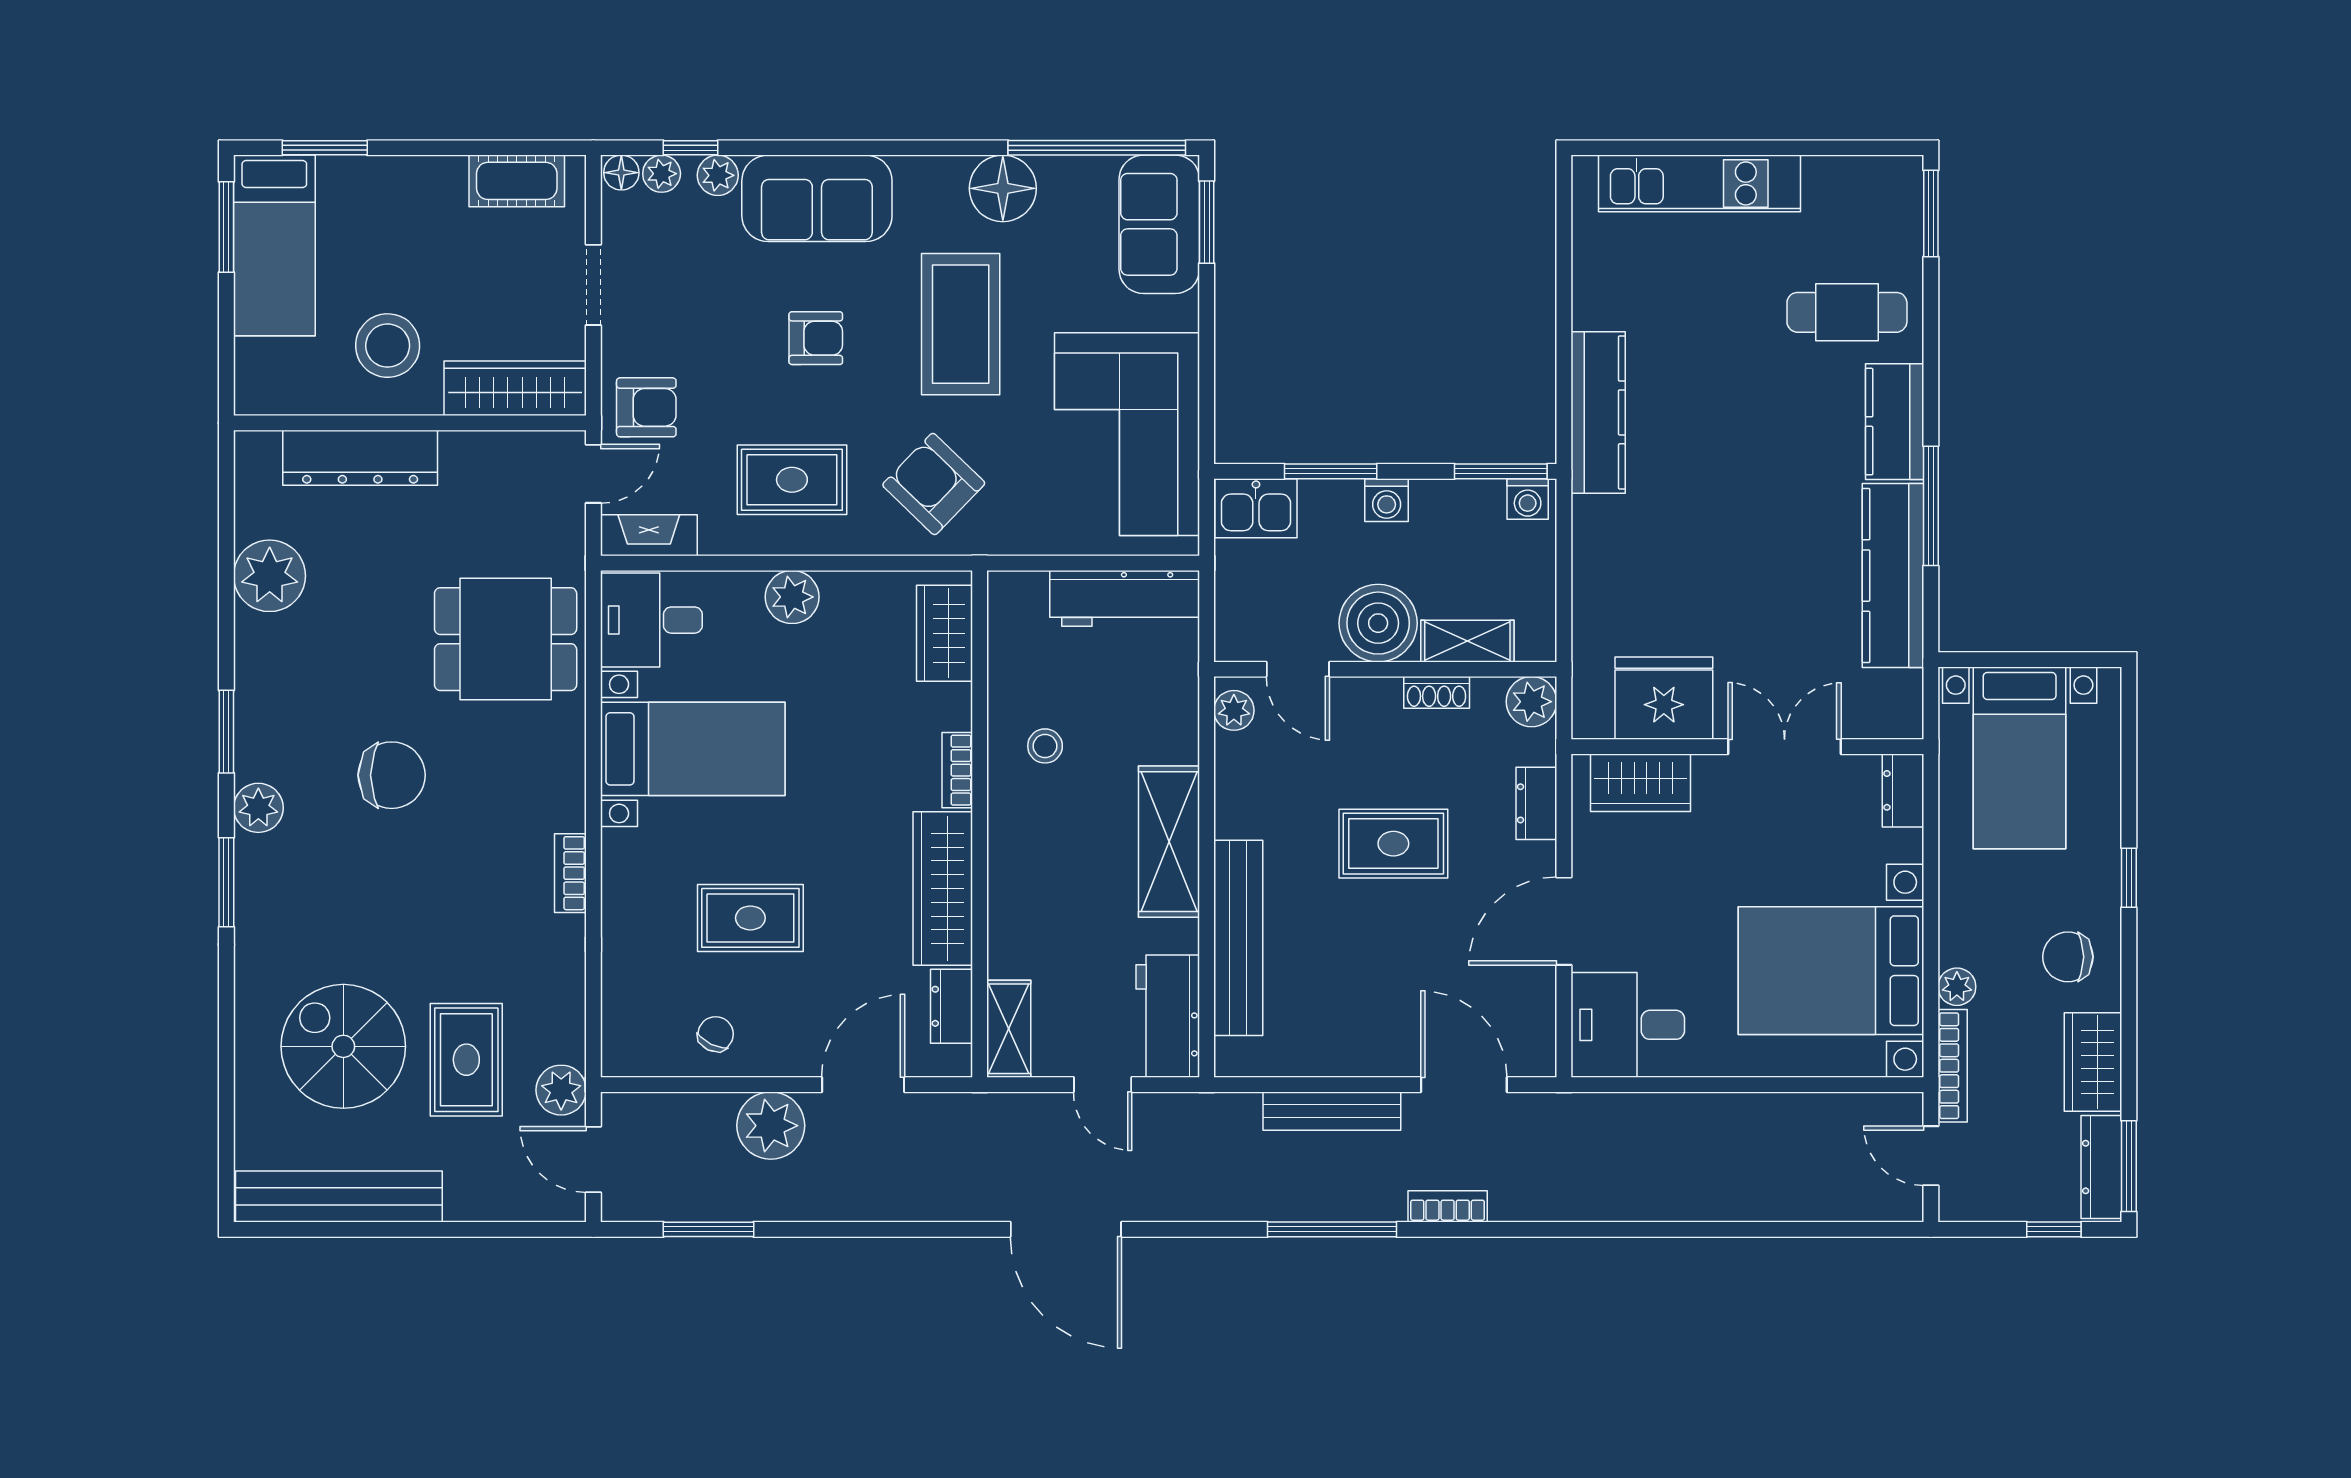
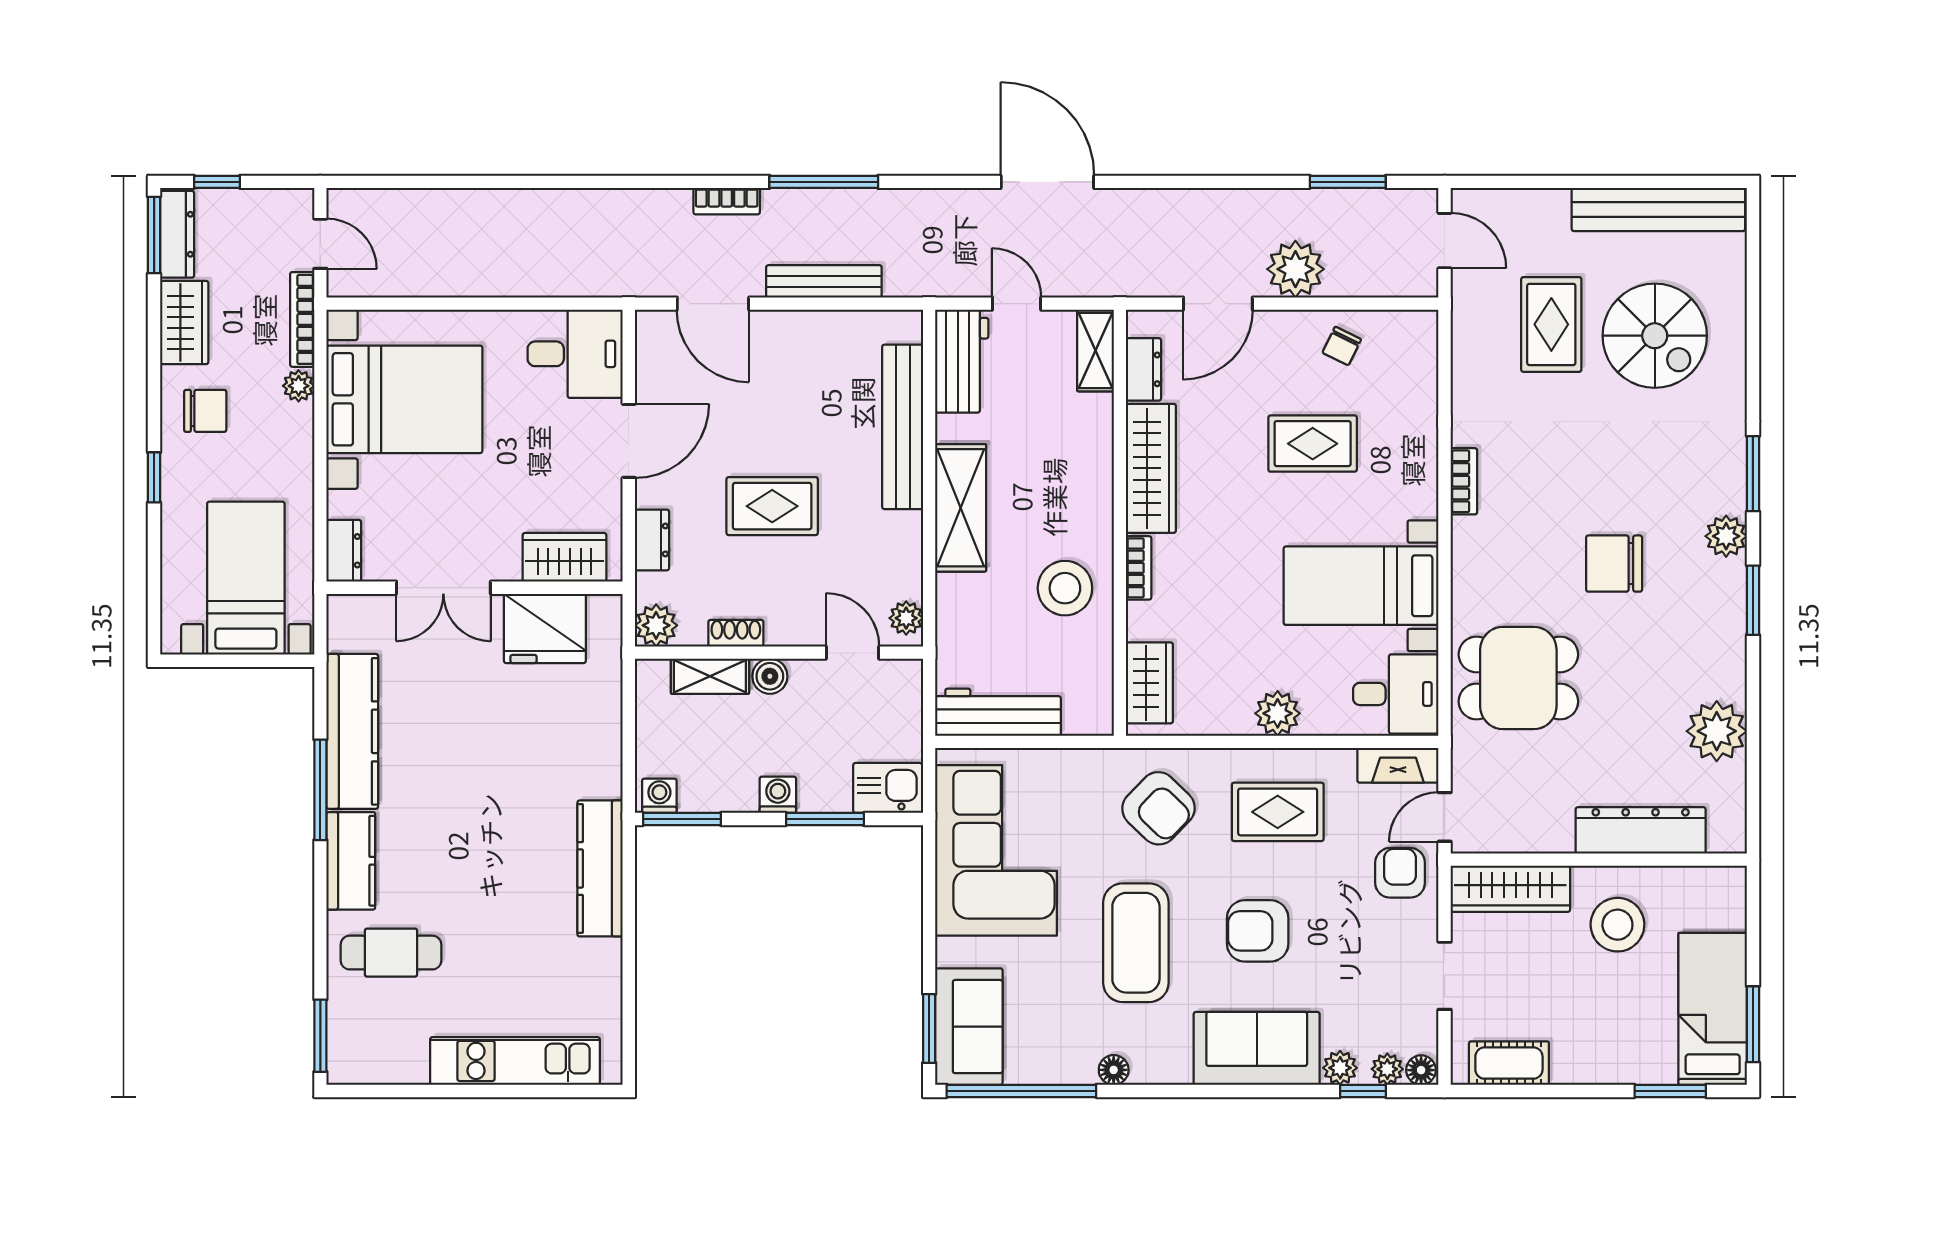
floor lamp: (1003, 188) -> (1114, 1070), width x0.53, depth x0.53
armchair: (816, 338) -> (1258, 931), width x1.38, depth x1.38
armchair: (646, 407) -> (1400, 873), turned 90
boiler: (1378, 623) -> (770, 676), width x0.54, depth x0.54
stool: (1045, 746) -> (1065, 588), width x1.89, depth x1.89
plant: (561, 1090) -> (1472, 299), removed

